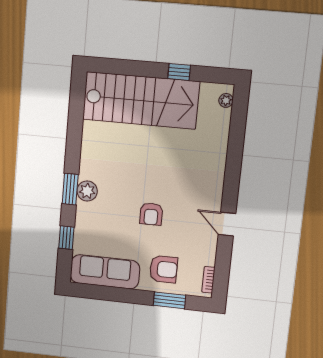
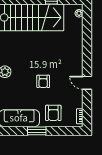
armchair: (163, 269) -> (53, 113), turned 90
window: (170, 300) -> (37, 131), moved

